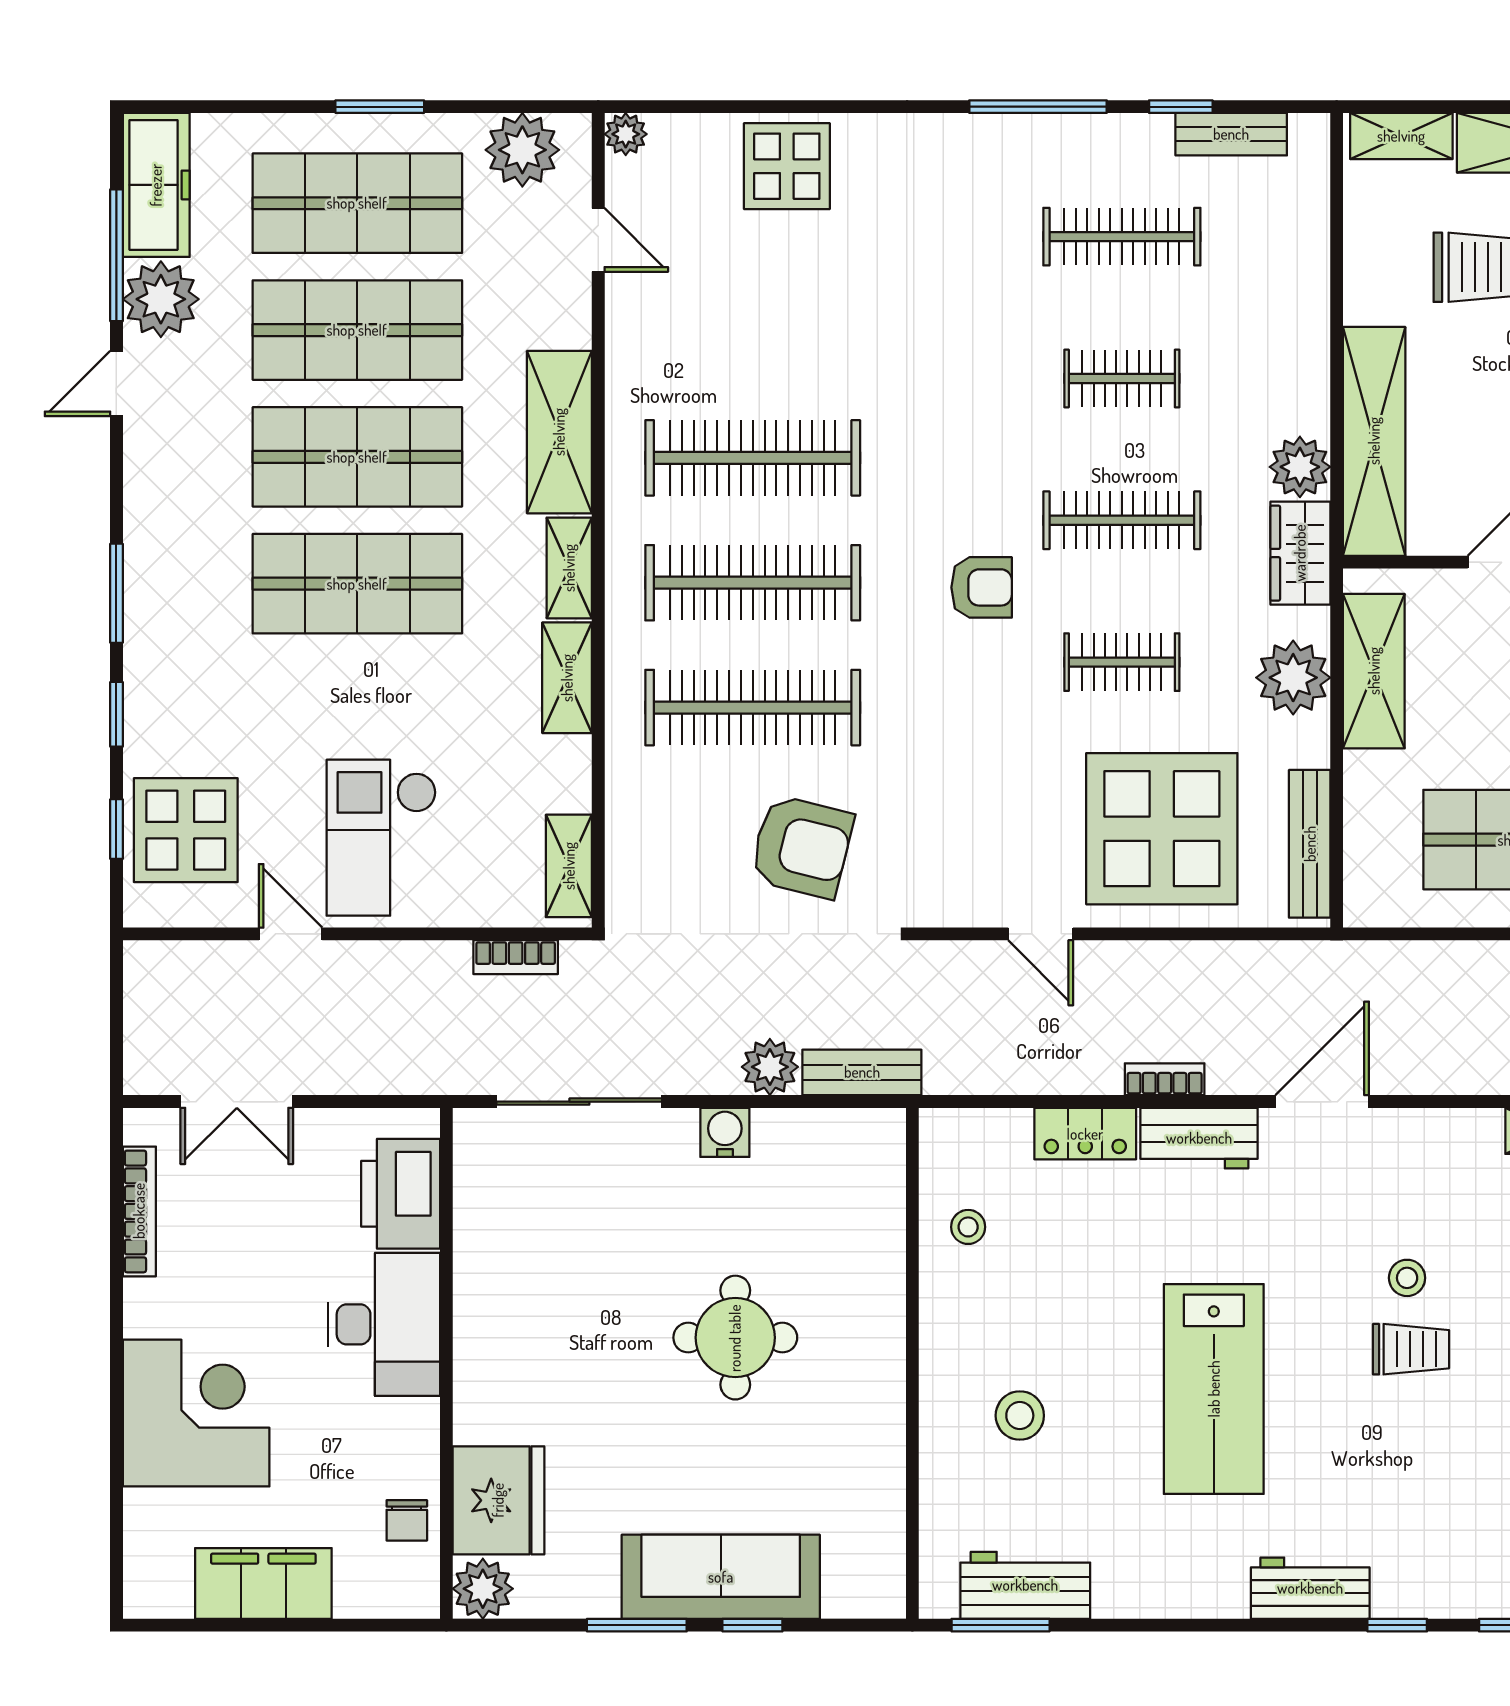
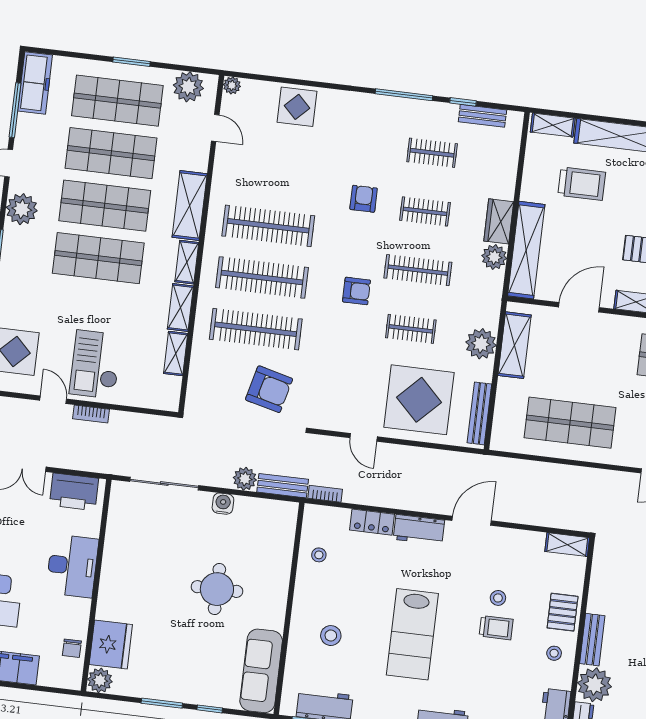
clothes rail: (1122, 237) -> (432, 153), width x0.73
plant: (161, 299) -> (22, 209), moved
armchair: (972, 366) -> (364, 199), added
wardrobe: (1300, 553) -> (499, 221), moved
shelving: (569, 866) -> (176, 353), moved
bookcase: (516, 957) -> (91, 414), moved
bookcase: (1165, 1079) -> (325, 494), moved
printer: (401, 1194) -> (74, 492), moved, turned -90
sofa: (721, 1577) -> (261, 671), moved, turned -90

